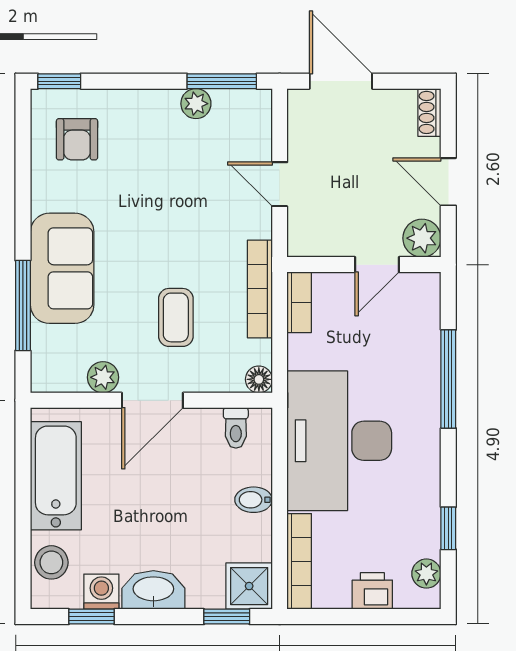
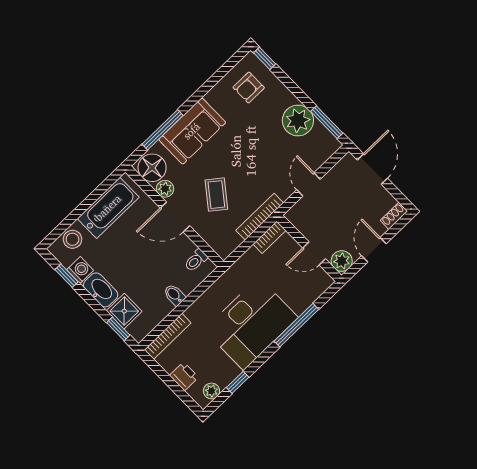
plant: (196, 104) -> (298, 121), width x1.88, depth x1.88
coffee table: (176, 317) -> (216, 195), turned -52
floor lamp: (259, 379) -> (152, 168), moved, width x1.89, depth x1.89
desk: (339, 441) -> (251, 324), moved, turned 180
shower: (249, 586) -> (124, 311), moved

